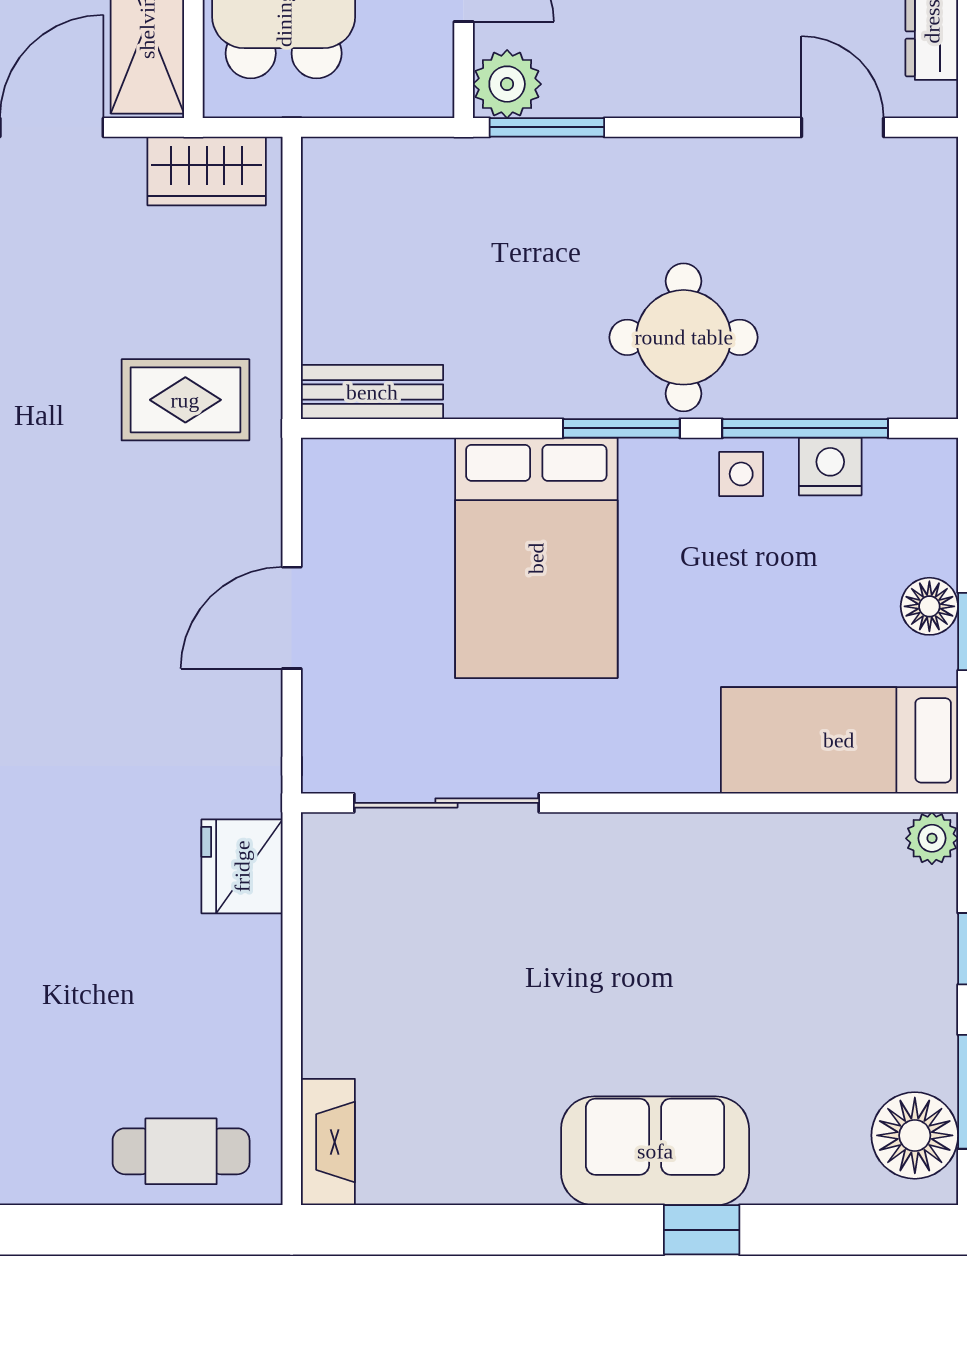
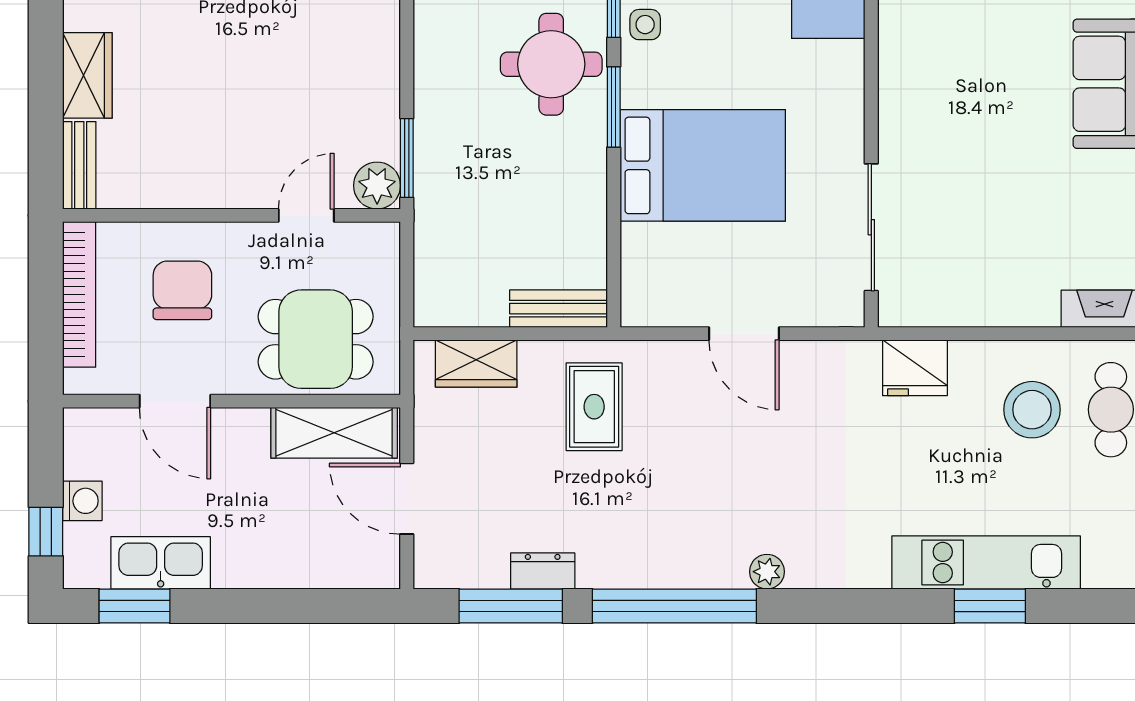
wardrobe: (207, 171) -> (476, 364), moved, turned 90
bench: (372, 392) -> (559, 309), moved, turned 90
stool: (181, 1037) -> (1032, 410), added

